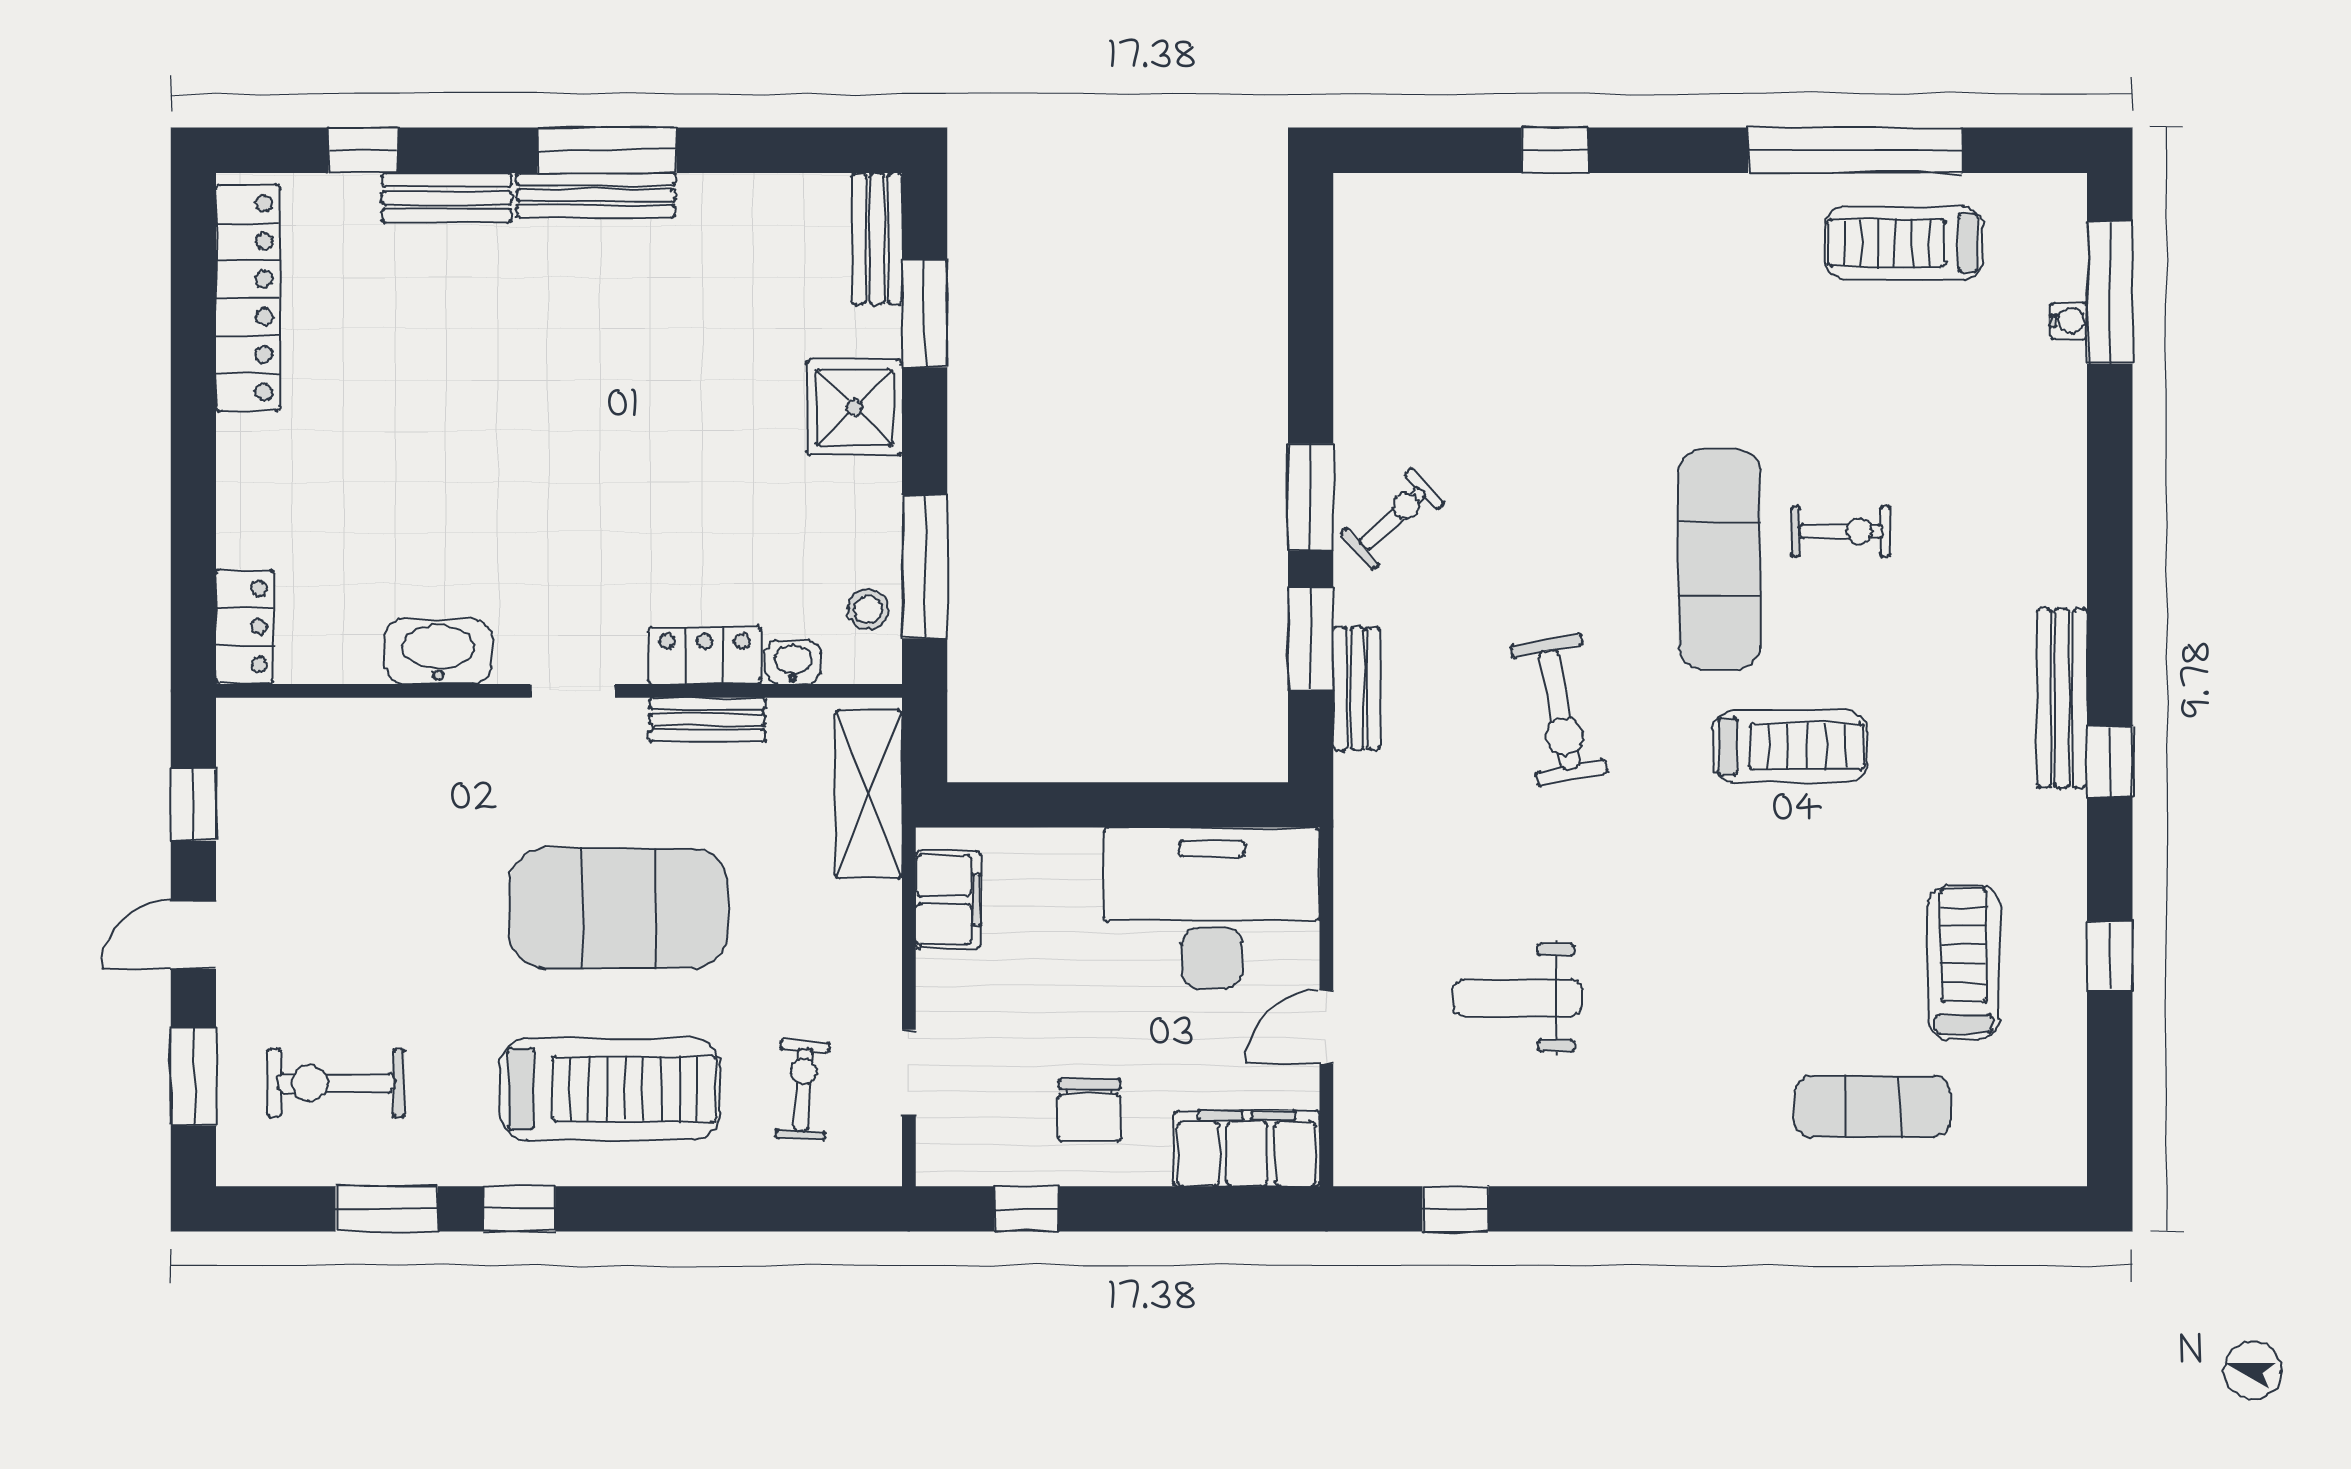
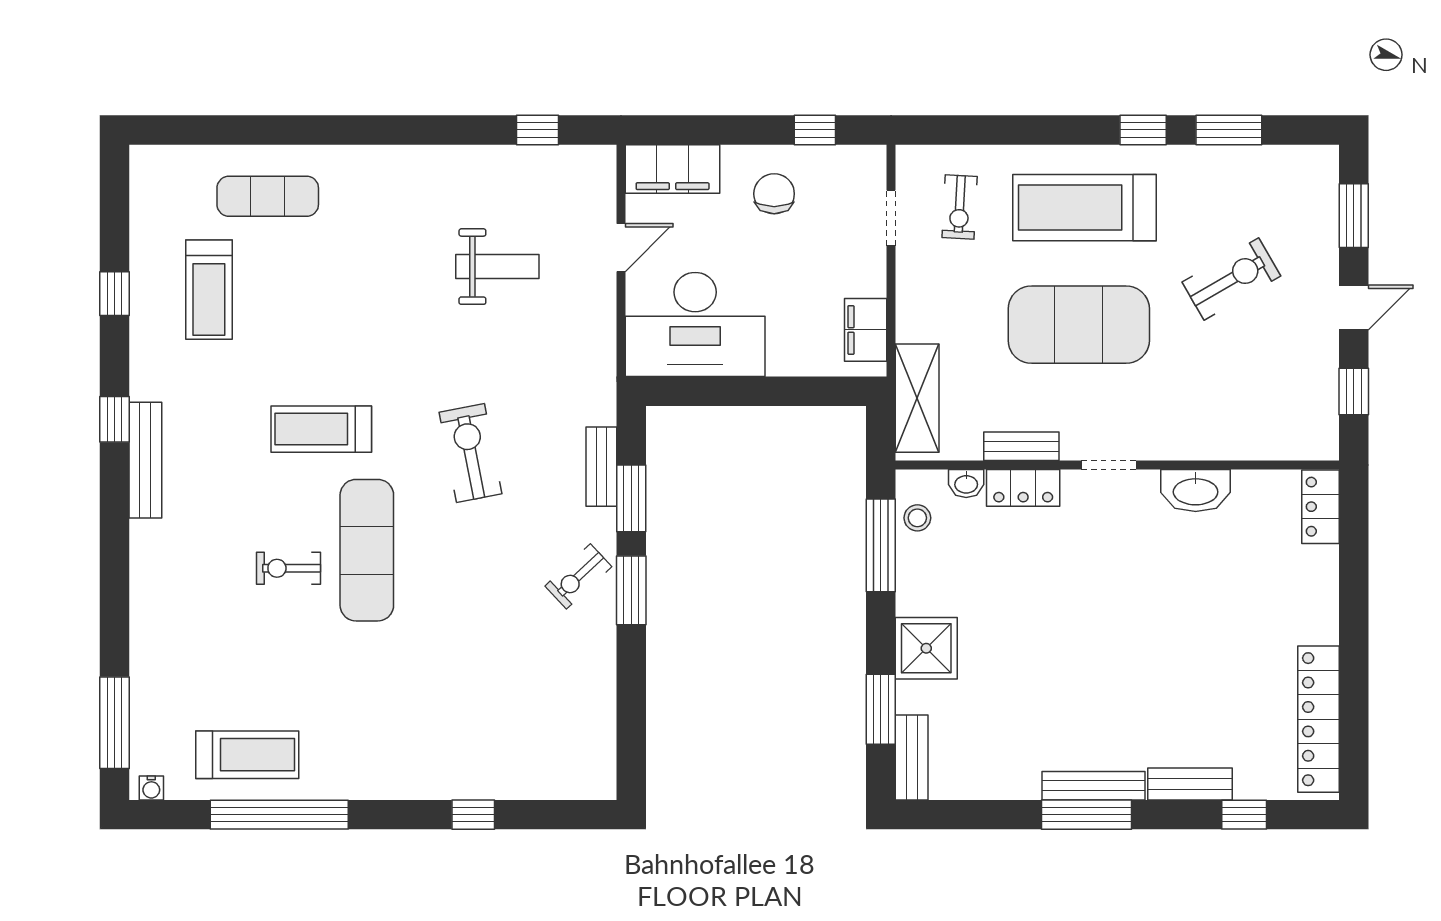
water cooler: (2068, 321) -> (151, 788), moved, turned -90
exercise bike: (336, 1083) -> (1231, 279), moved, turned -30

